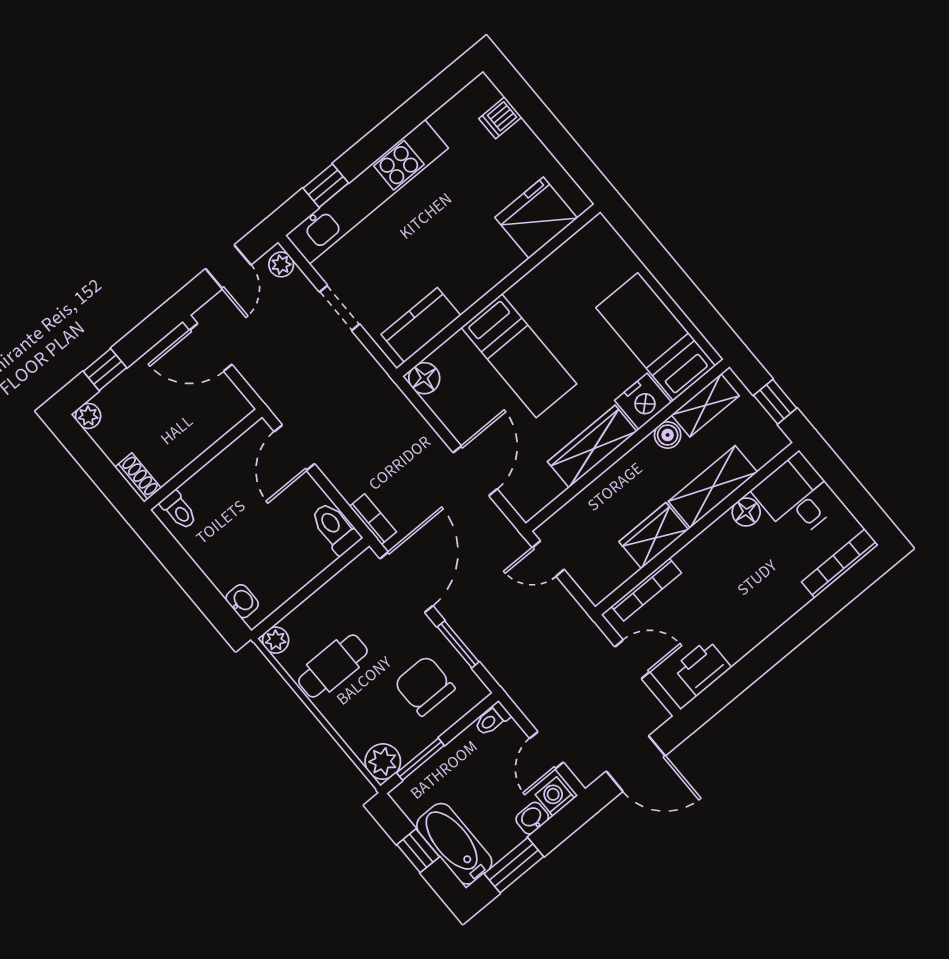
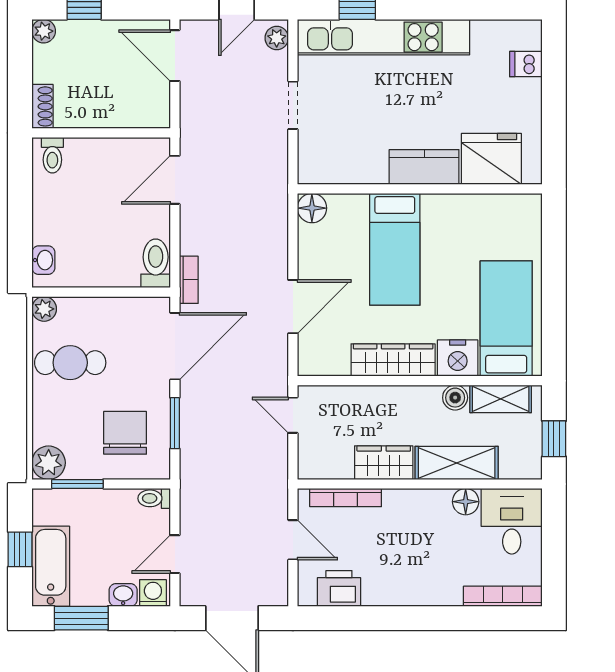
kitchen counter: (421, 325) -> (424, 167), moved

